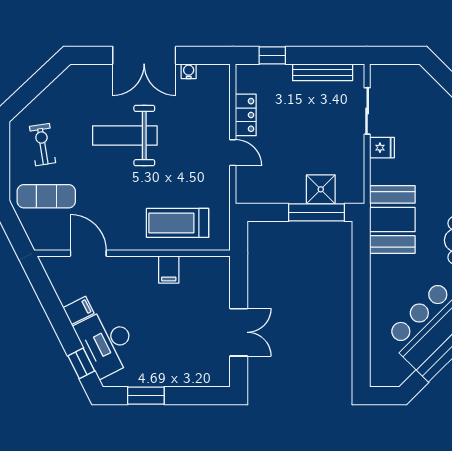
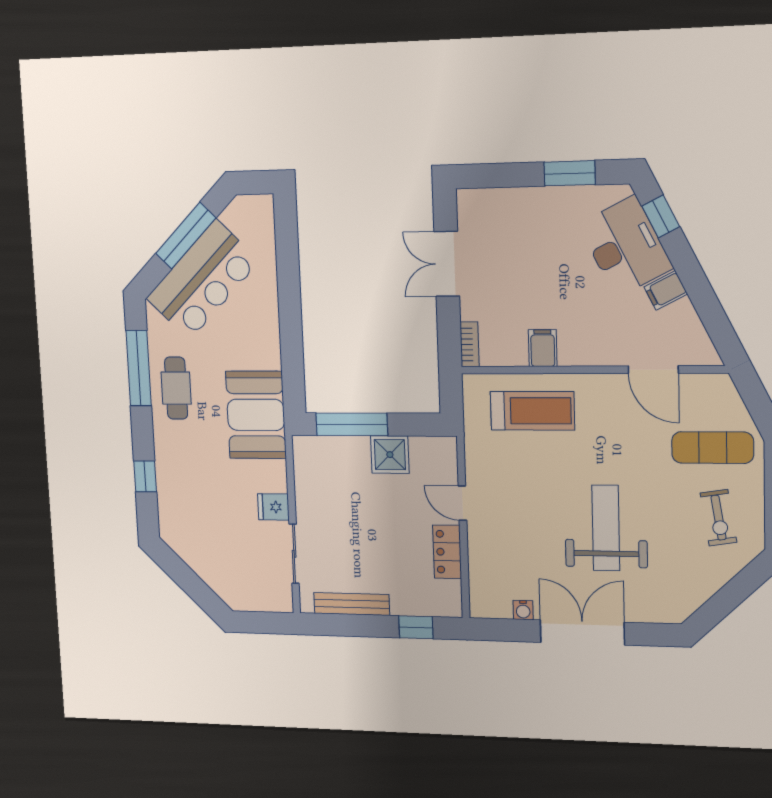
weight bench: (125, 136) -> (606, 528), turned -90
shower: (321, 189) -> (390, 455), moved
bookcase: (223, 273) -> (470, 344), added

